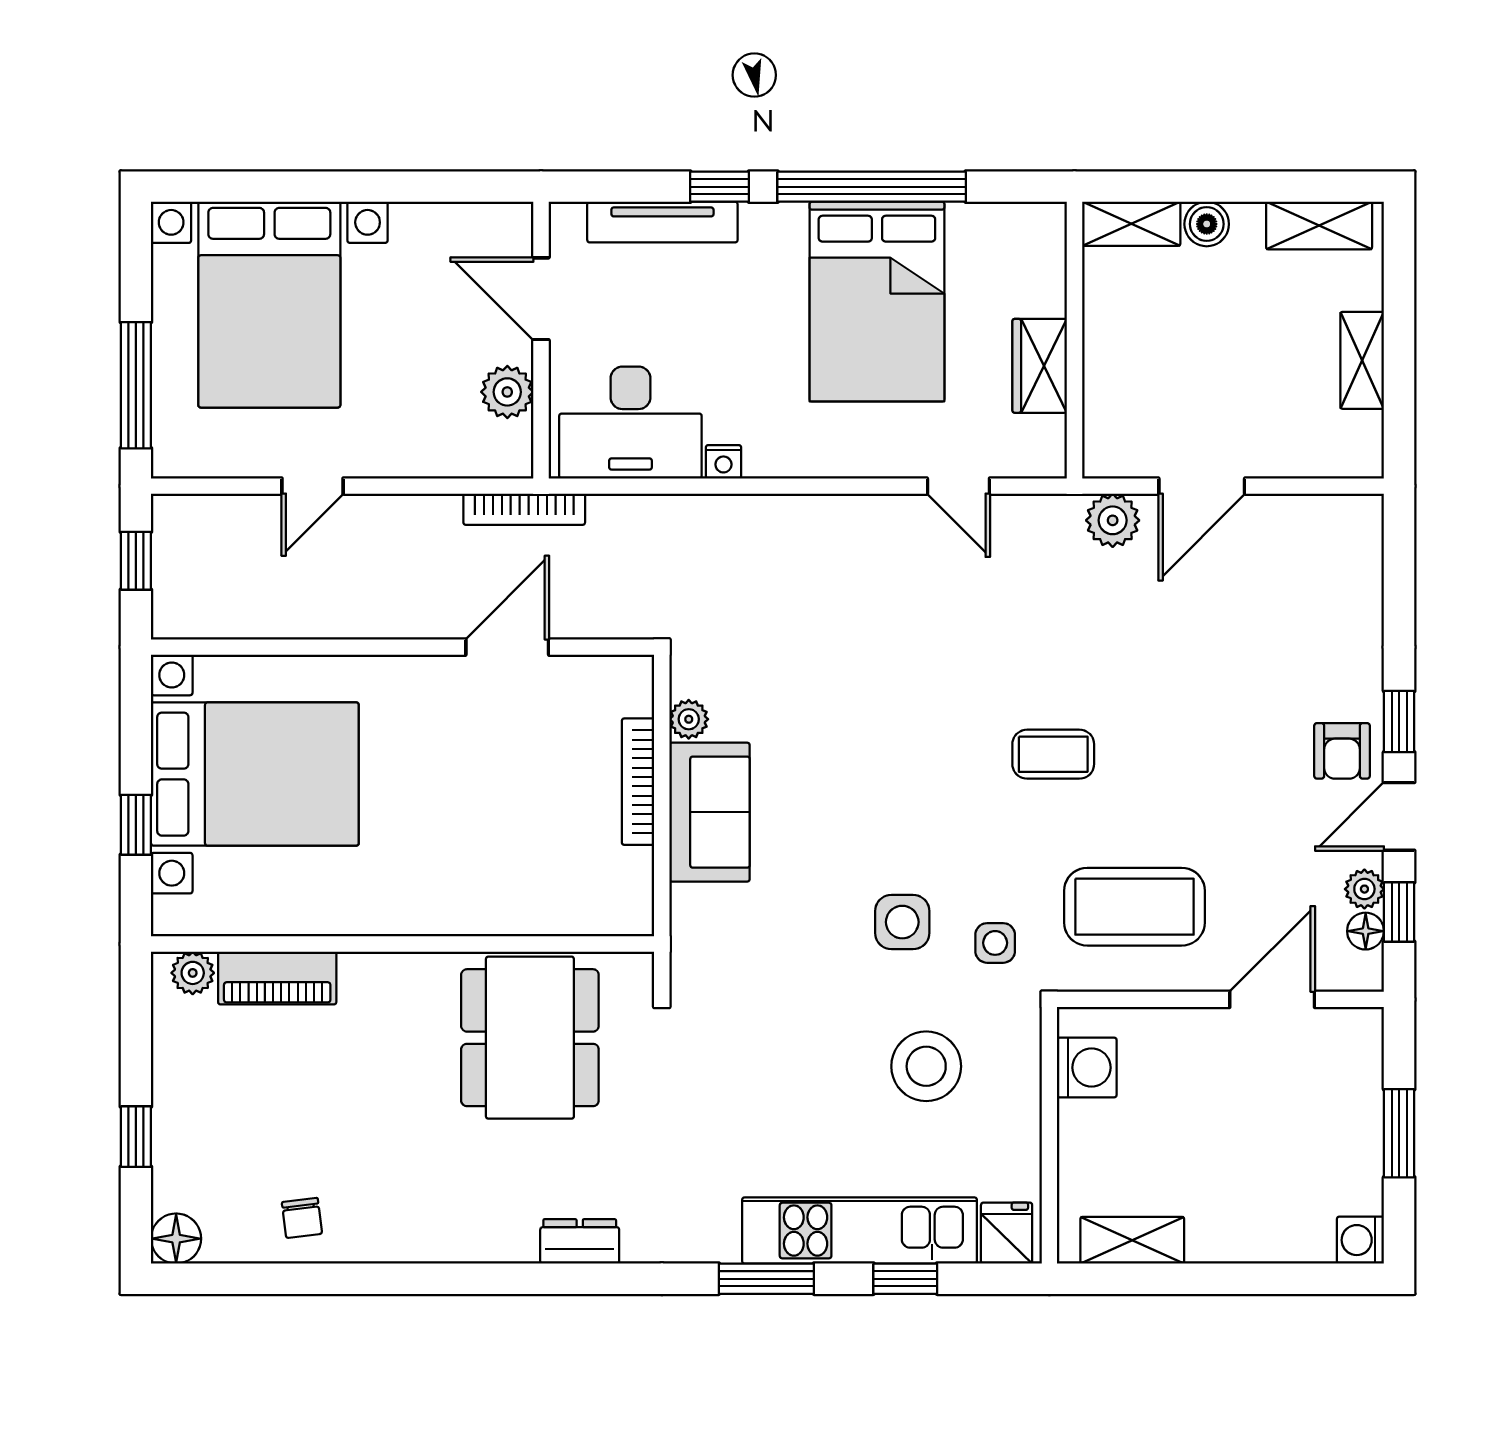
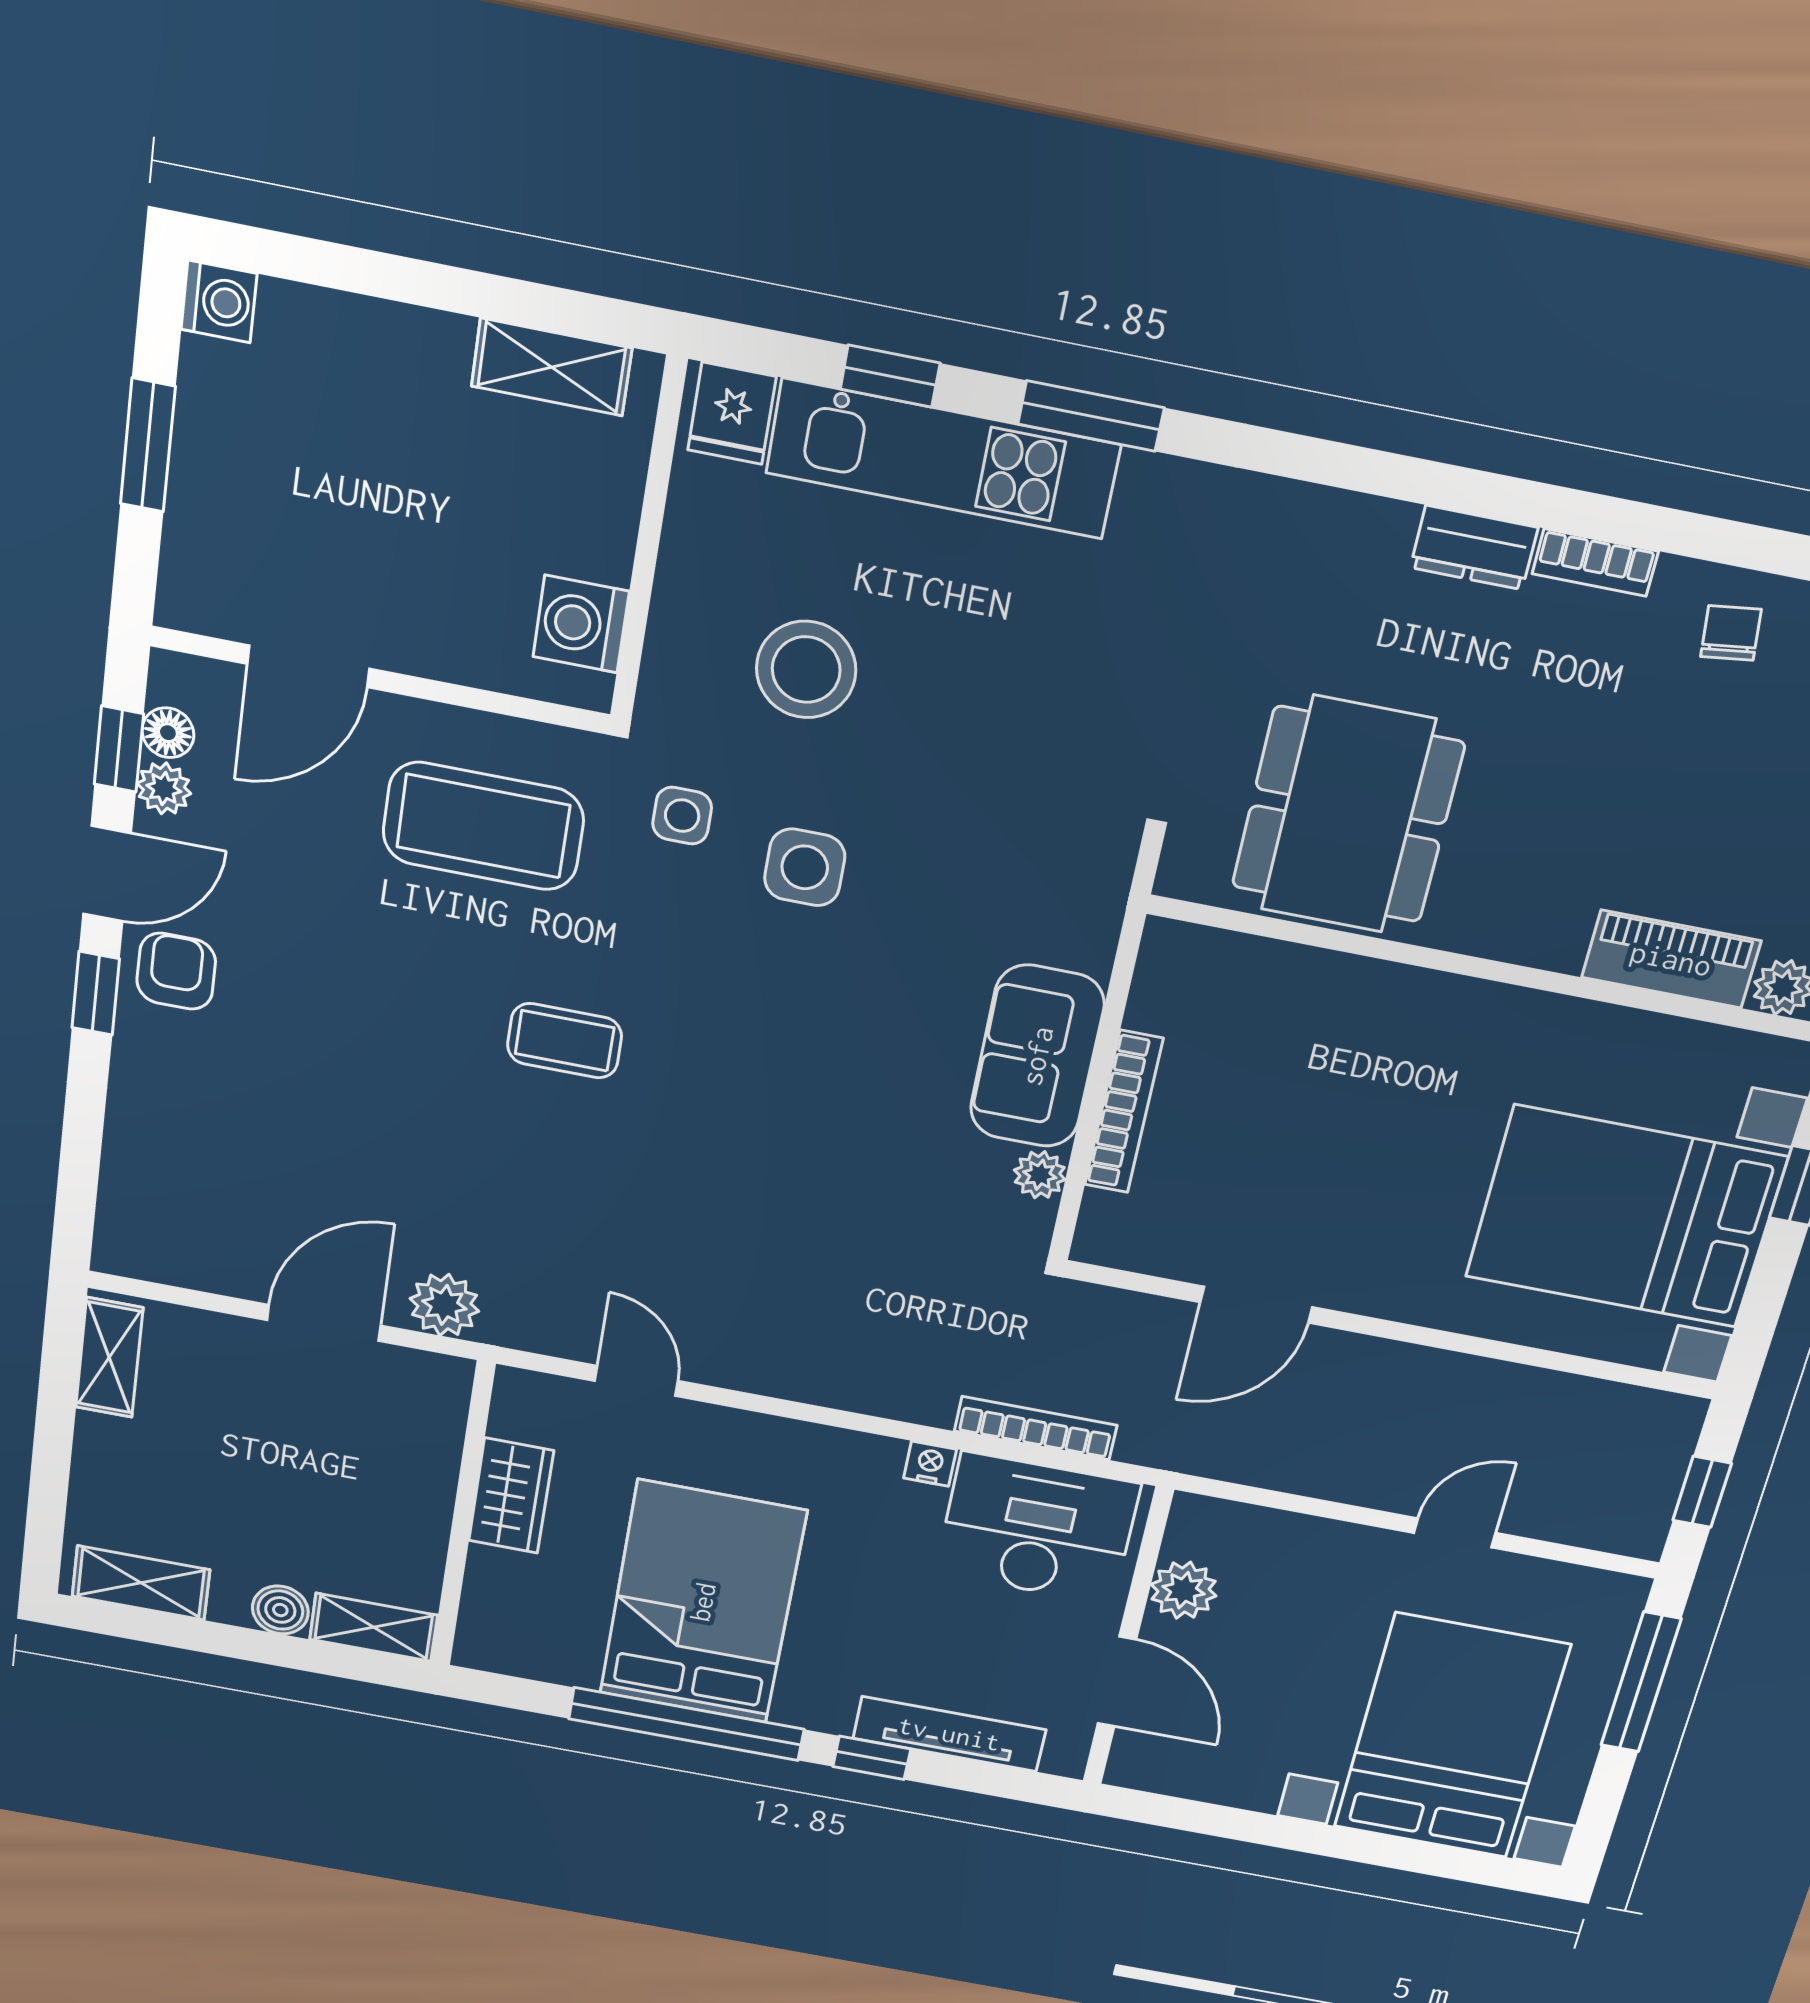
shelving: (1362, 360) -> (109, 1357), moved
bookcase: (524, 509) -> (1036, 1428), moved
dresser: (580, 1241) -> (1474, 548), moved
bookcase: (406, 1247) -> (1595, 563), added

